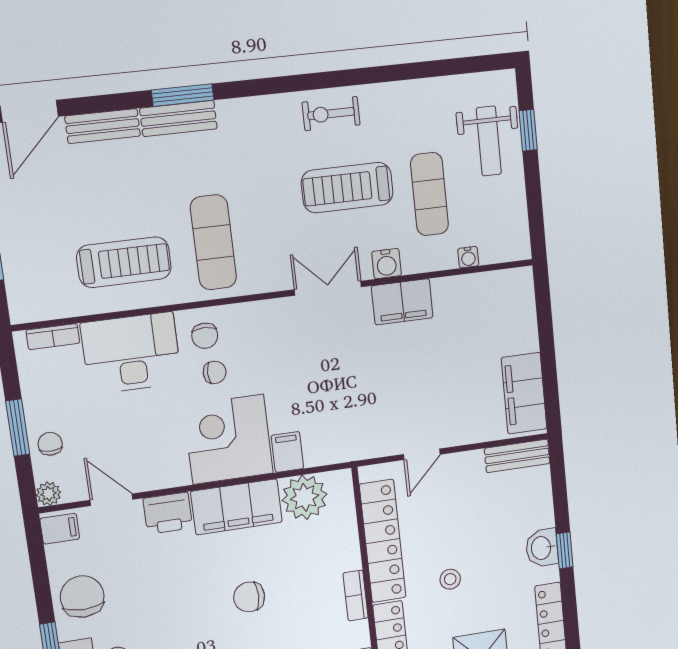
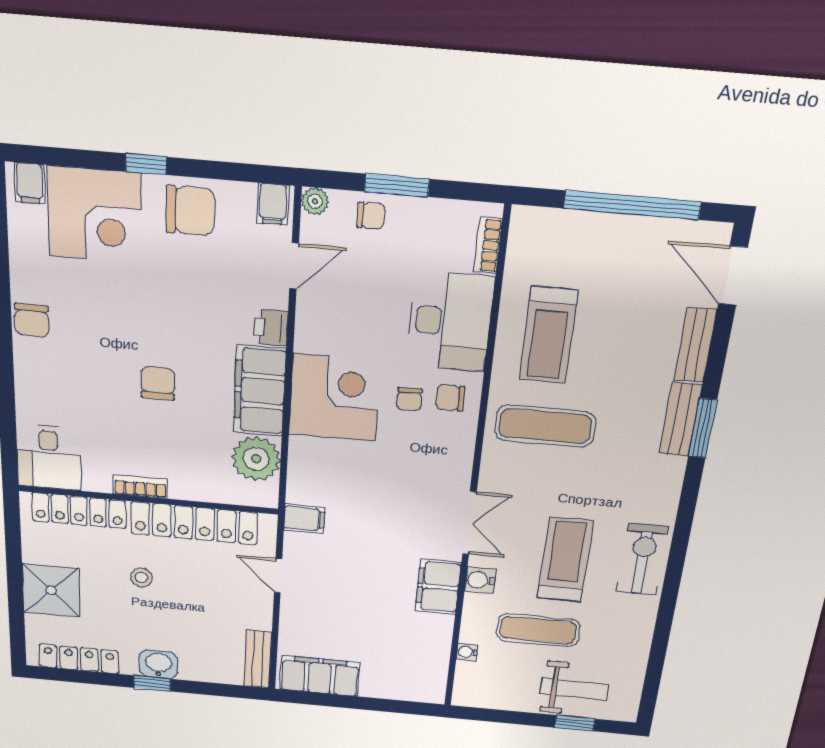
exercise bike: (331, 114) -> (642, 559), width x1.38, depth x1.39
weight bench: (489, 141) -> (574, 689), turned 180
filing cabinet: (287, 452) -> (304, 519), moved
printer: (168, 513) -> (271, 327), width x0.73, depth x0.81

